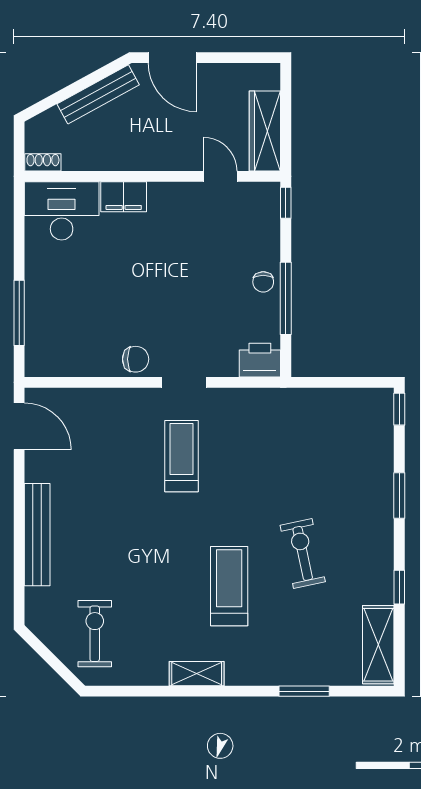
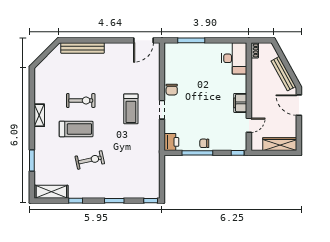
door: (172, 58) -> (299, 105), hinge flipped
wardrobe: (265, 131) -> (280, 144), moved
filing cabinet: (124, 197) -> (240, 103), moved
treadmill: (182, 456) -> (131, 109), turned 90
bench: (37, 535) -> (83, 48), moved
exercise bike: (95, 634) -> (81, 100), moved

